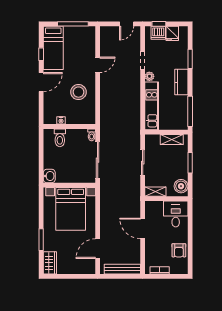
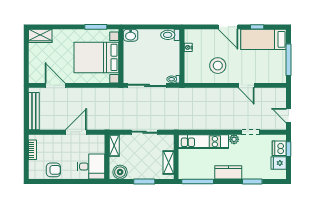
toilet: (60, 138) -> (170, 35), moved
window: (41, 240) -> (96, 27), moved
armchair: (179, 250) -> (53, 170), turned 180

